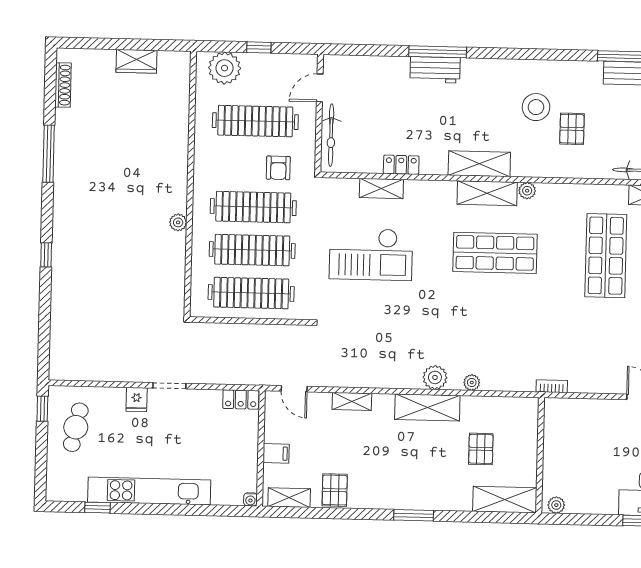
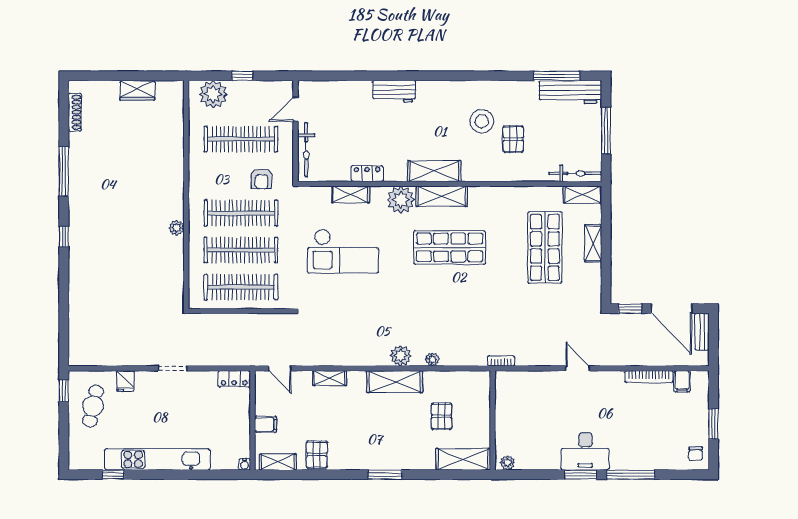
window: (438, 52) -> (396, 76), removed
plant: (527, 191) -> (401, 200), moved, width x1.87, depth x1.87
window: (46, 255) -> (64, 237), moved
fridge: (137, 400) -> (125, 381), moved

